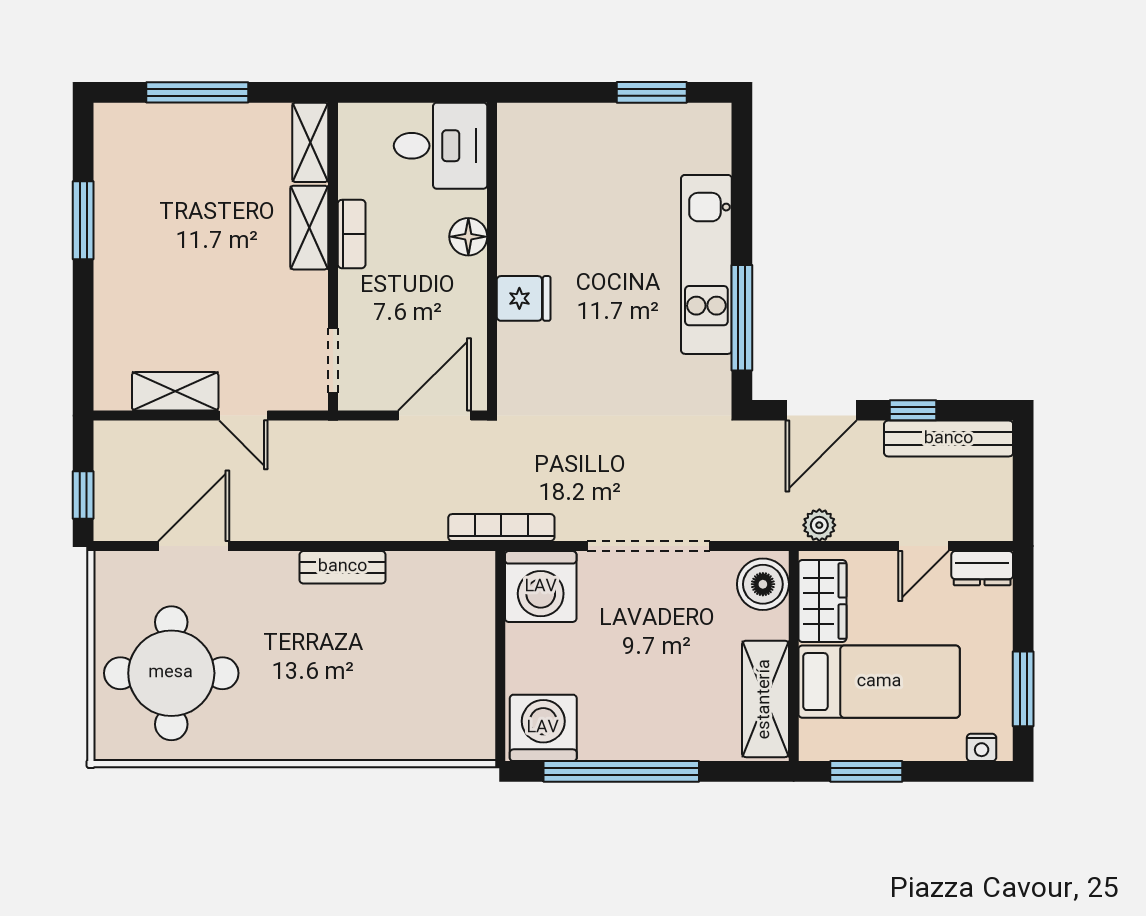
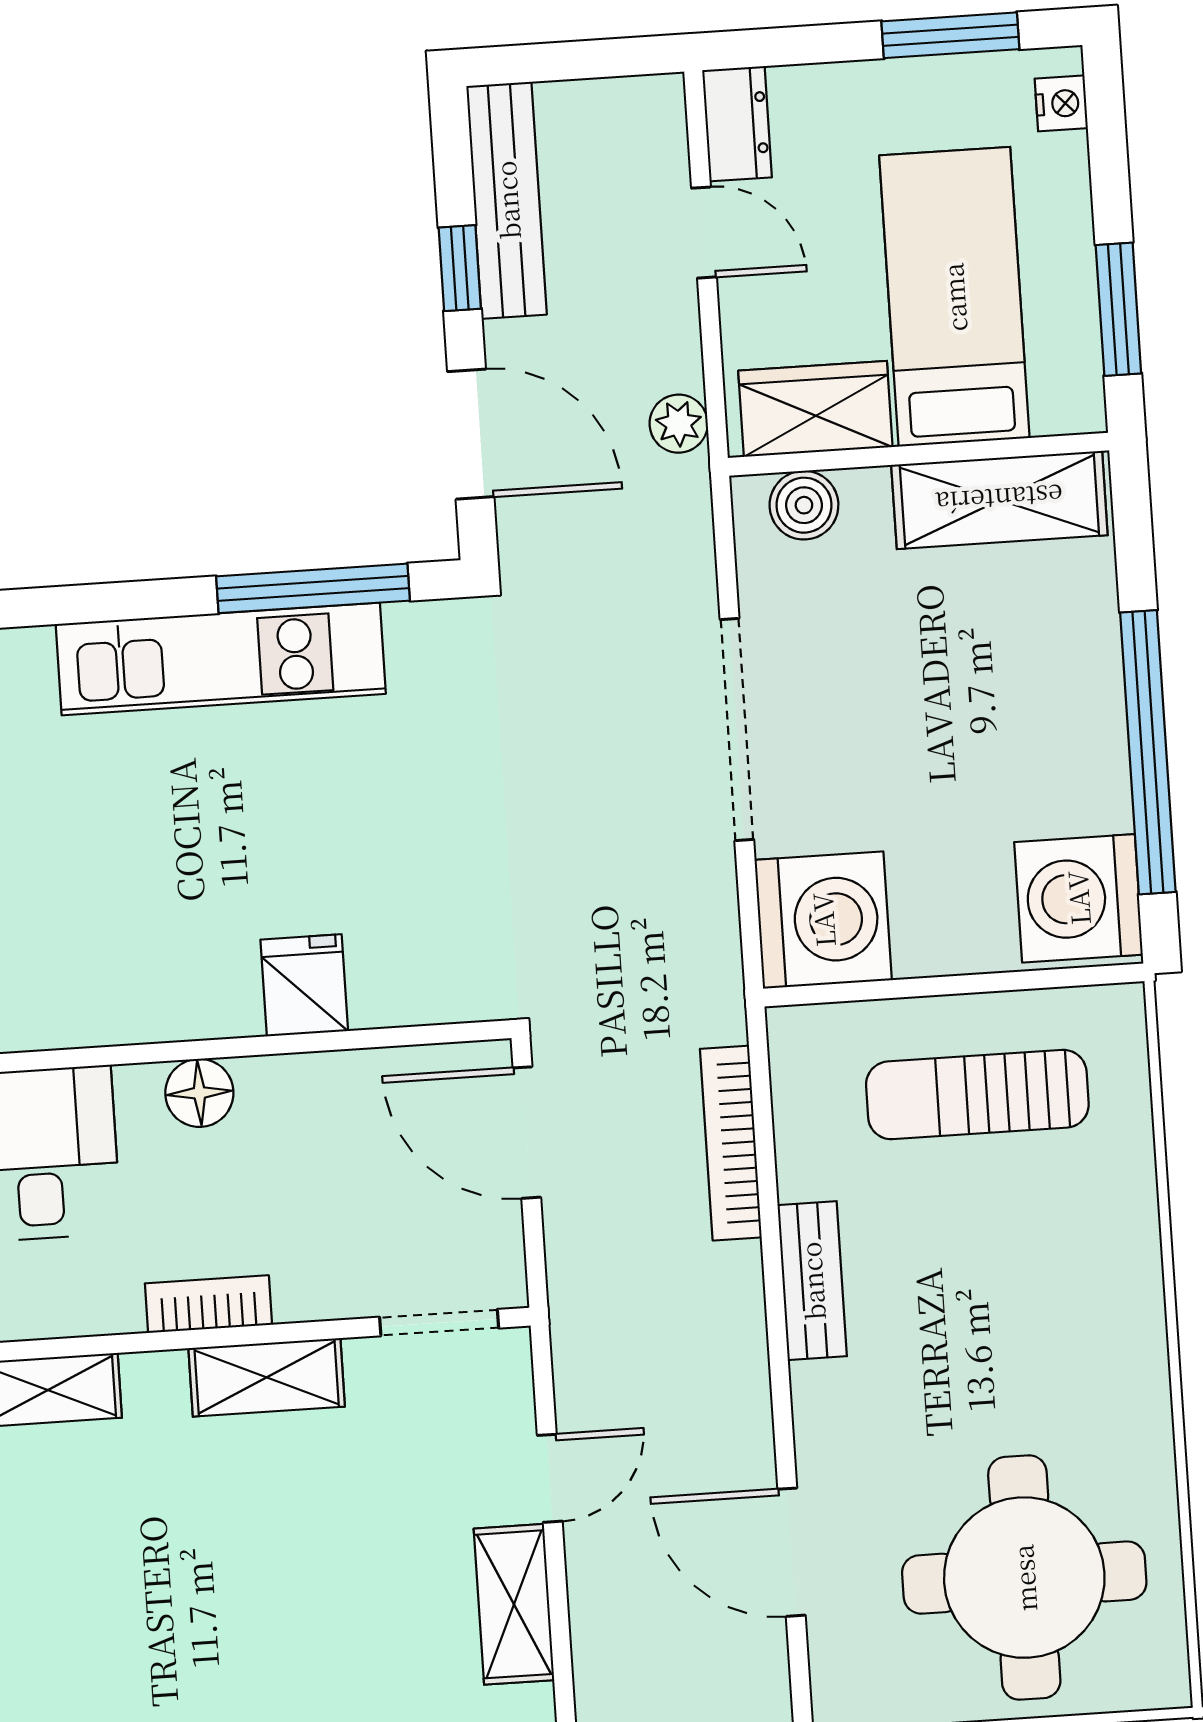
shelving: (309, 228) -> (267, 1377), moved
bookcase: (501, 528) -> (731, 1143), moved
boiler: (763, 584) -> (804, 505), width x0.73, depth x0.73
sun lounger: (439, 665) -> (977, 1095), added

